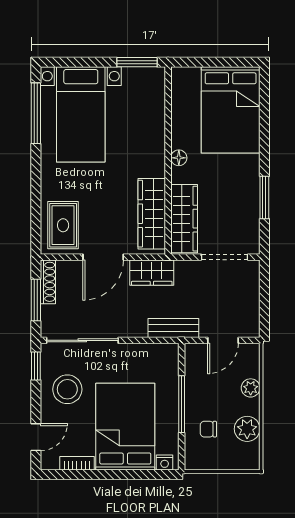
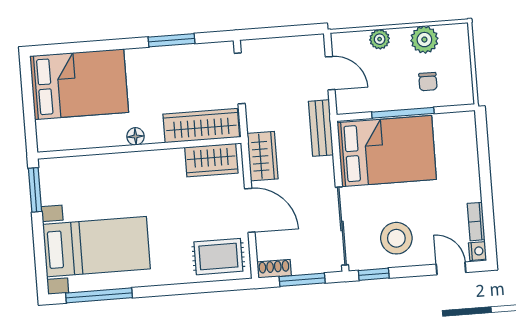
wardrobe: (152, 214) -> (211, 160), width x0.67
shoe rack: (48, 282) -> (274, 269), width x0.70
bed: (125, 427) -> (387, 151), moved, turned 180
nightstand: (165, 463) -> (477, 251), moved

